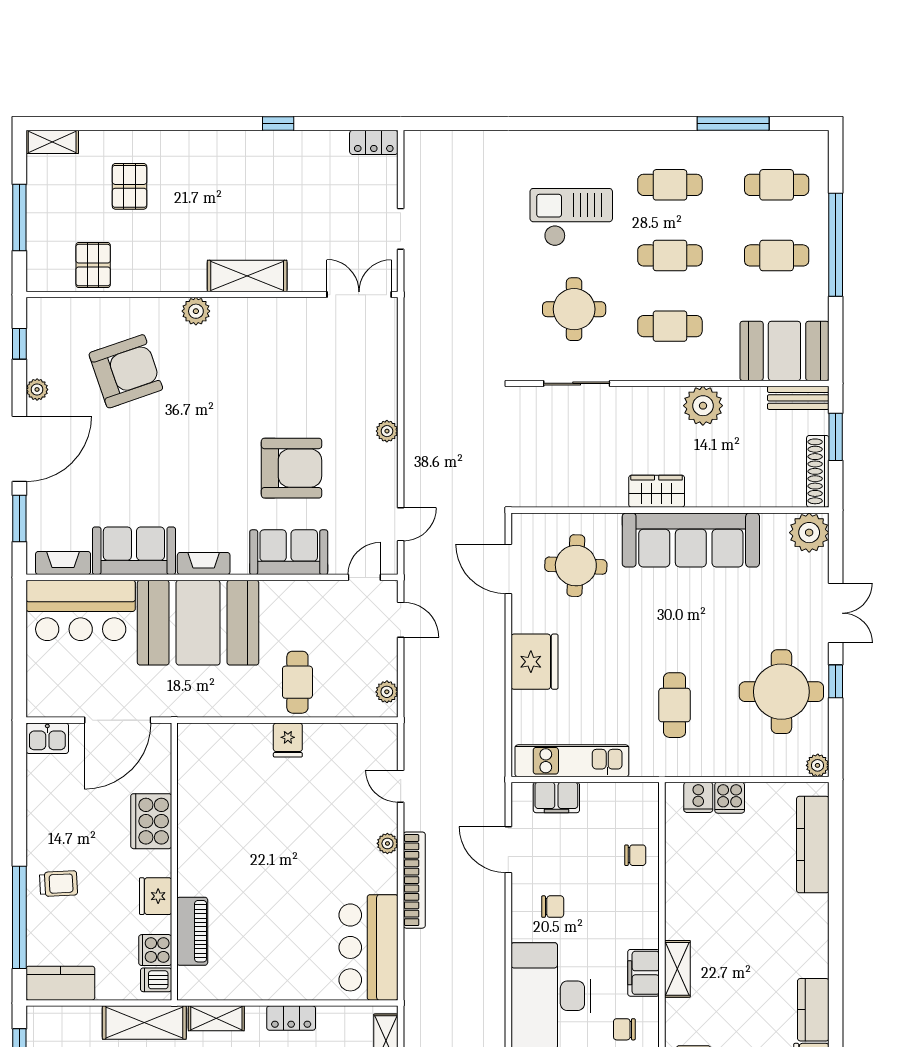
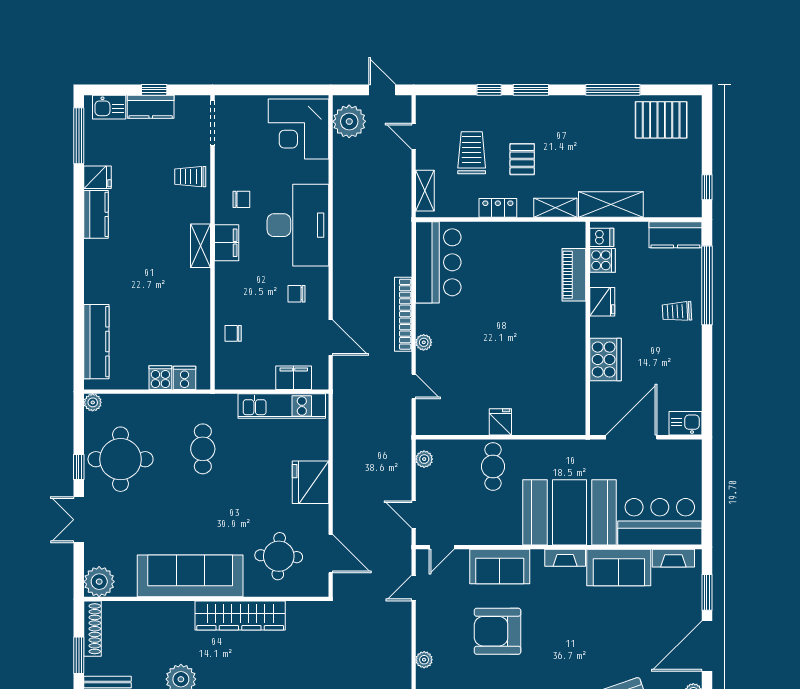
wardrobe: (657, 491) -> (240, 616), width x2.10, depth x1.17

